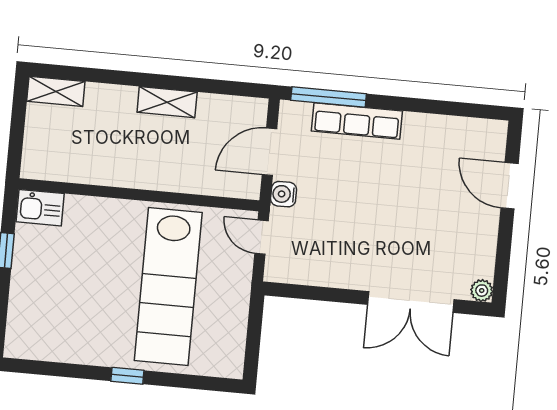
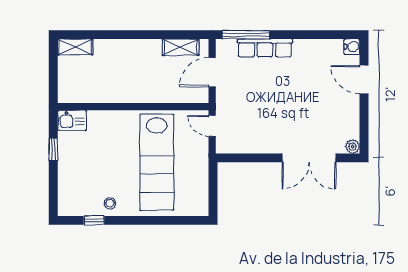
shelving: (167, 102) -> (181, 47), moved
water cooler: (284, 194) -> (352, 47), moved, turned 180
stool: (88, 345) -> (110, 203), added
window: (127, 376) -> (94, 220), moved

